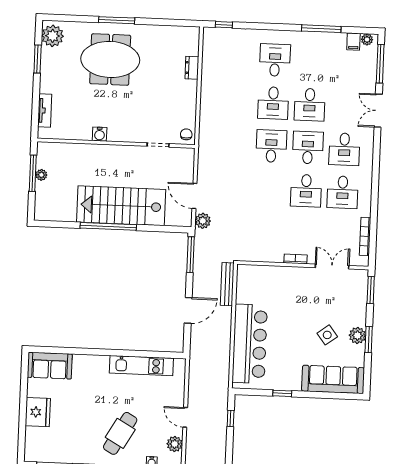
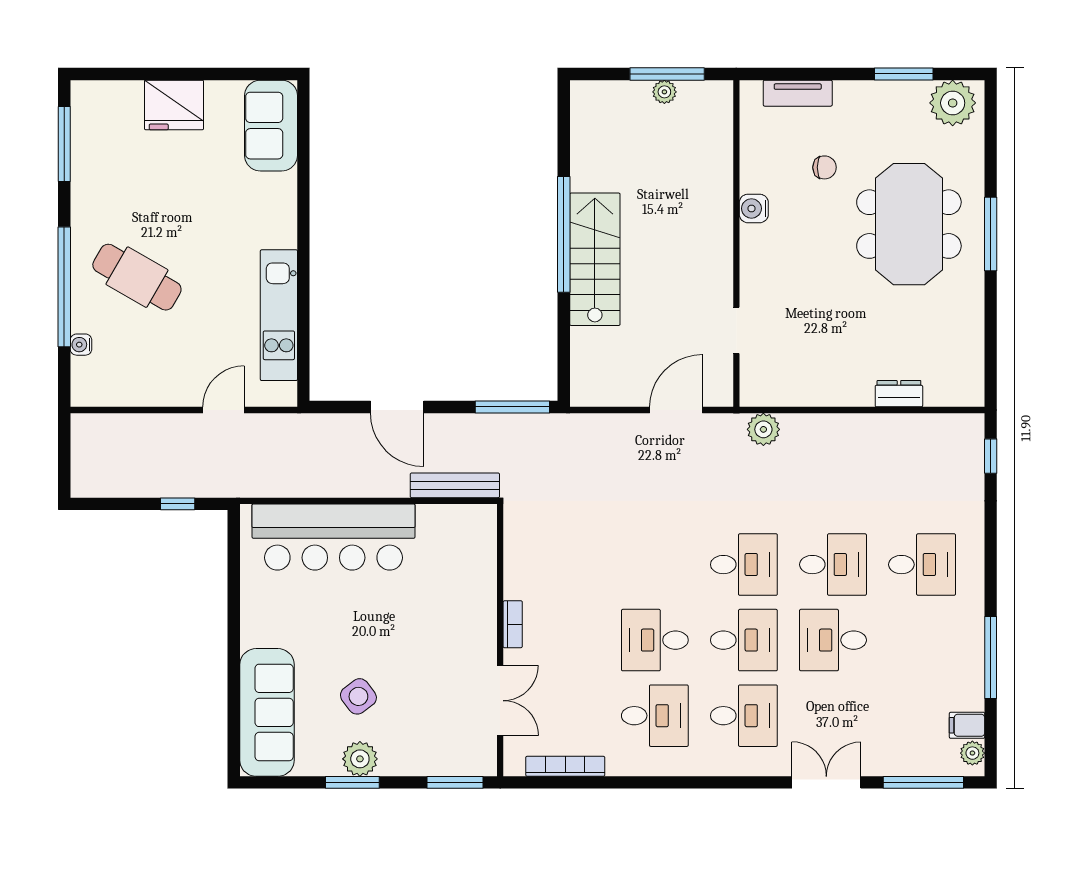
desk: (273, 103) -> (833, 565), turned 180
chair: (186, 134) -> (825, 167), moved
desk: (344, 149) -> (744, 716), turned 180
desk: (343, 192) -> (655, 716), turned 180
door: (194, 196) -> (676, 410), moved
stairs: (121, 206) -> (595, 259), width x0.73, depth x0.66
plant: (203, 221) -> (763, 429), moved
window: (282, 393) -> (234, 609), removed
door: (185, 417) -> (223, 410), moved
plant: (175, 444) -> (120, 391), removed

